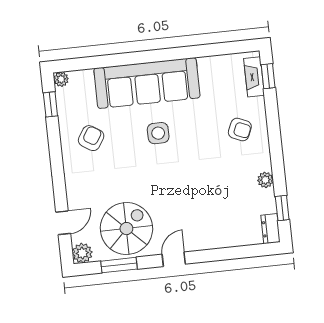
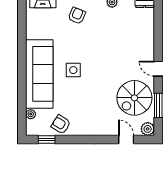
plant: (61, 79) -> (31, 114), moved
armchair: (91, 138) -> (61, 124), moved
spiral stairs: (126, 229) -> (134, 98), turned -90

